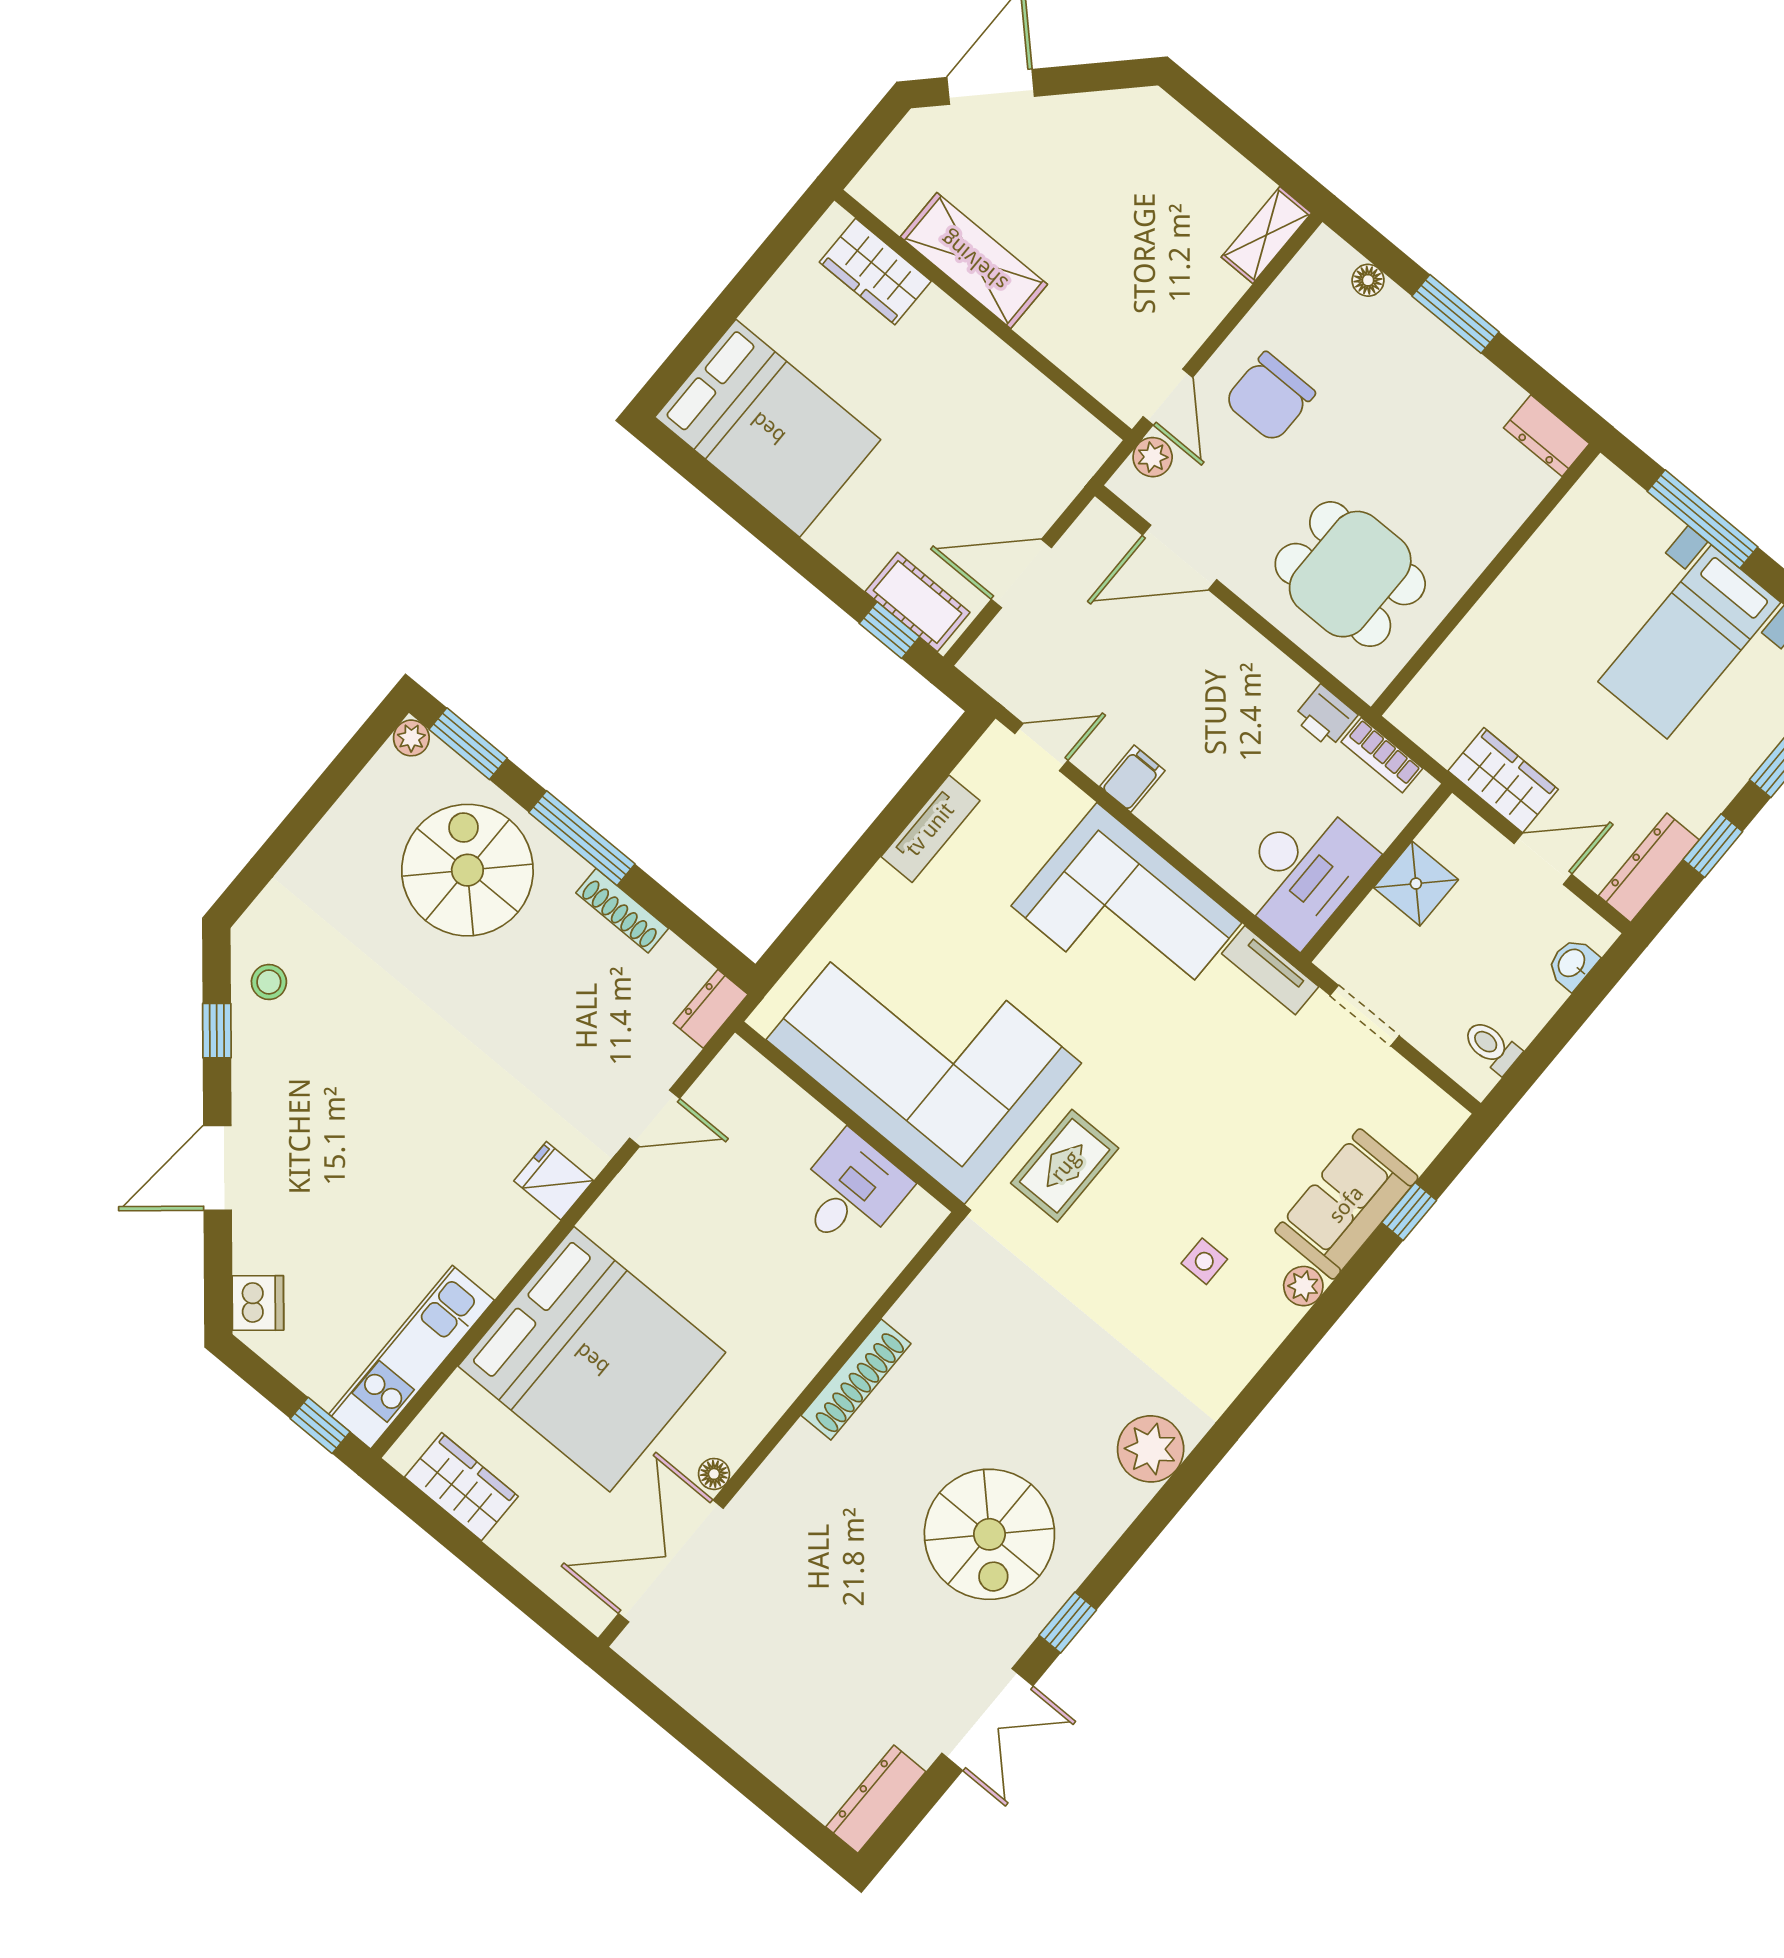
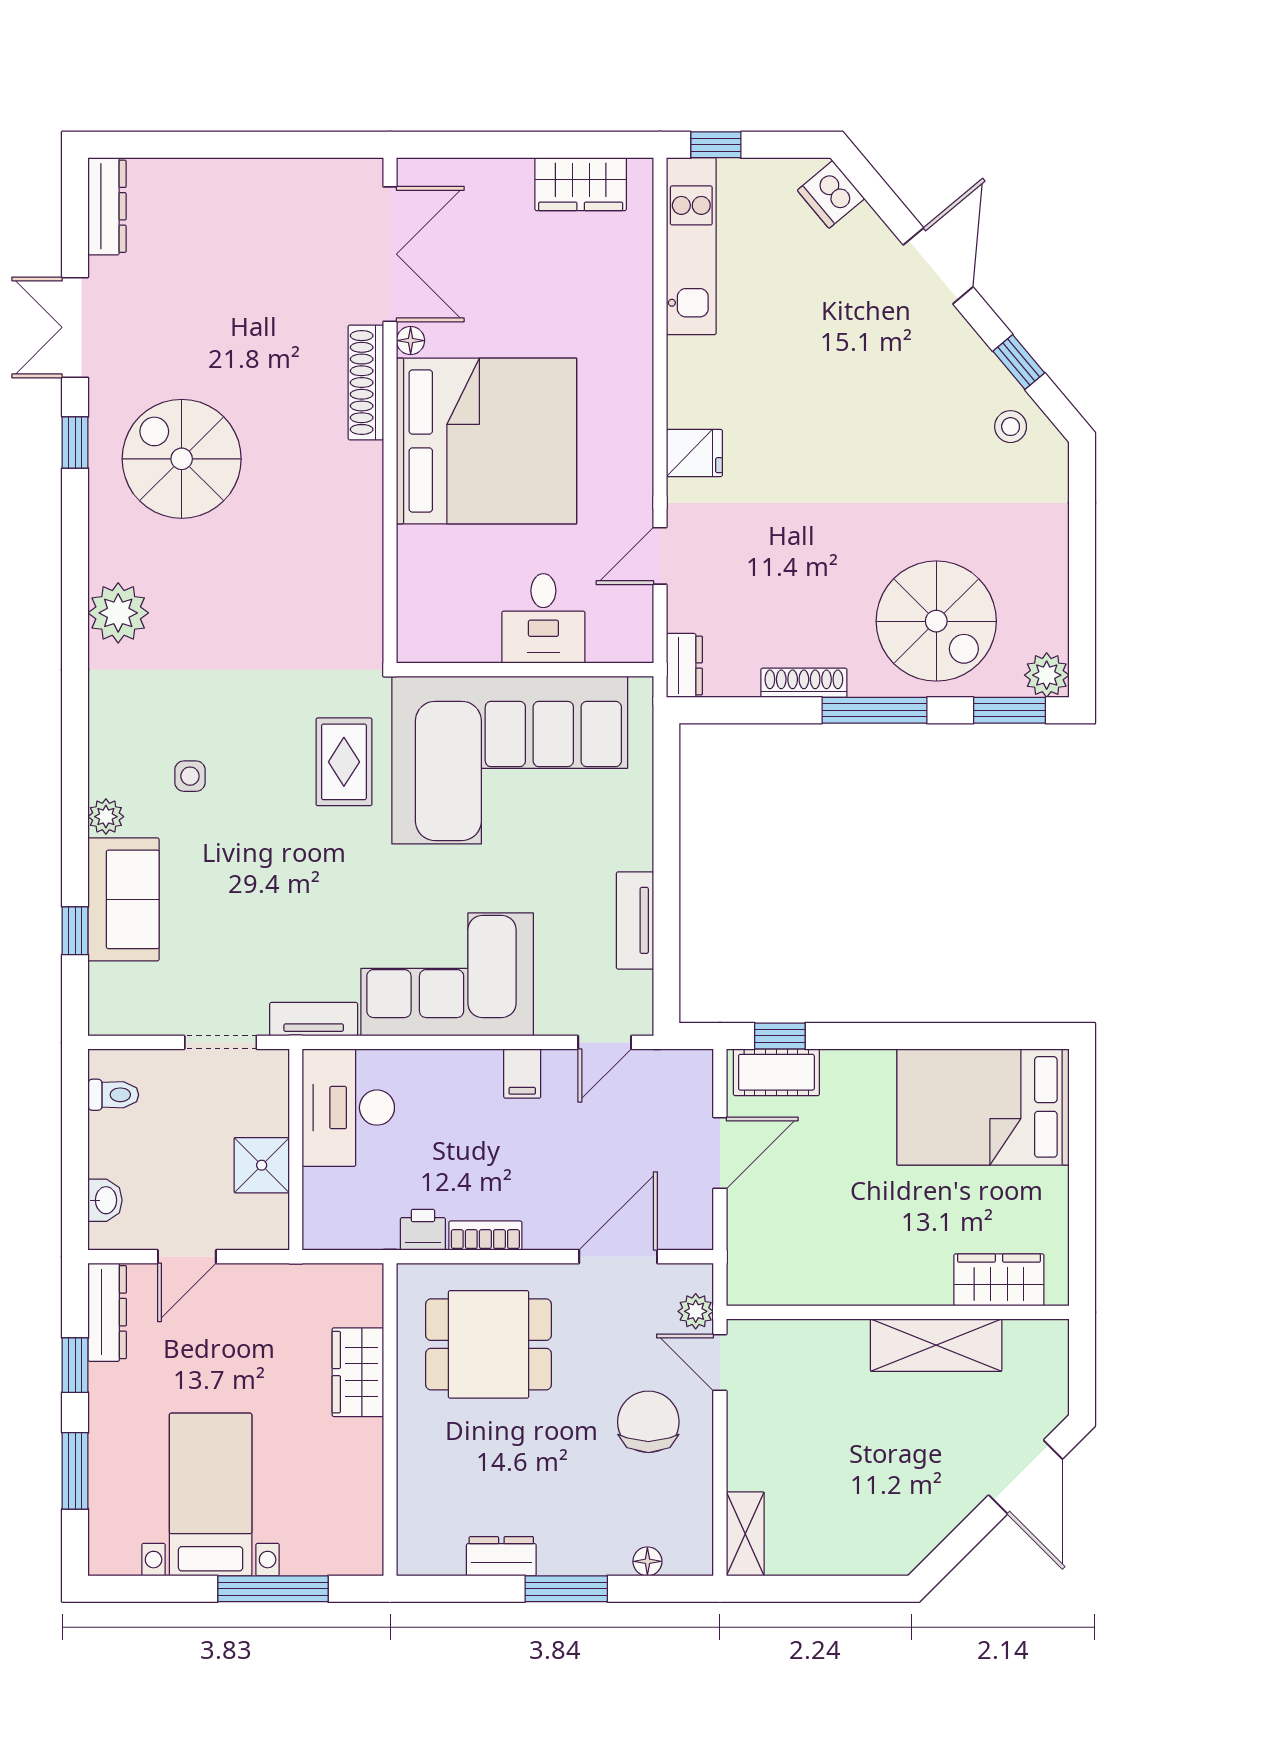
dresser: (1546, 436) -> (501, 1556), moved
plant: (411, 738) -> (1047, 675), width x1.38, depth x1.38
bookcase: (1382, 755) -> (485, 1236), moved
wardrobe: (1503, 780) -> (358, 1372), moved, turned 90
desk: (851, 1192) -> (543, 618), moved
bed: (592, 1359) -> (487, 441), moved, turned 180
shoe rack: (856, 1379) -> (366, 383), moved

